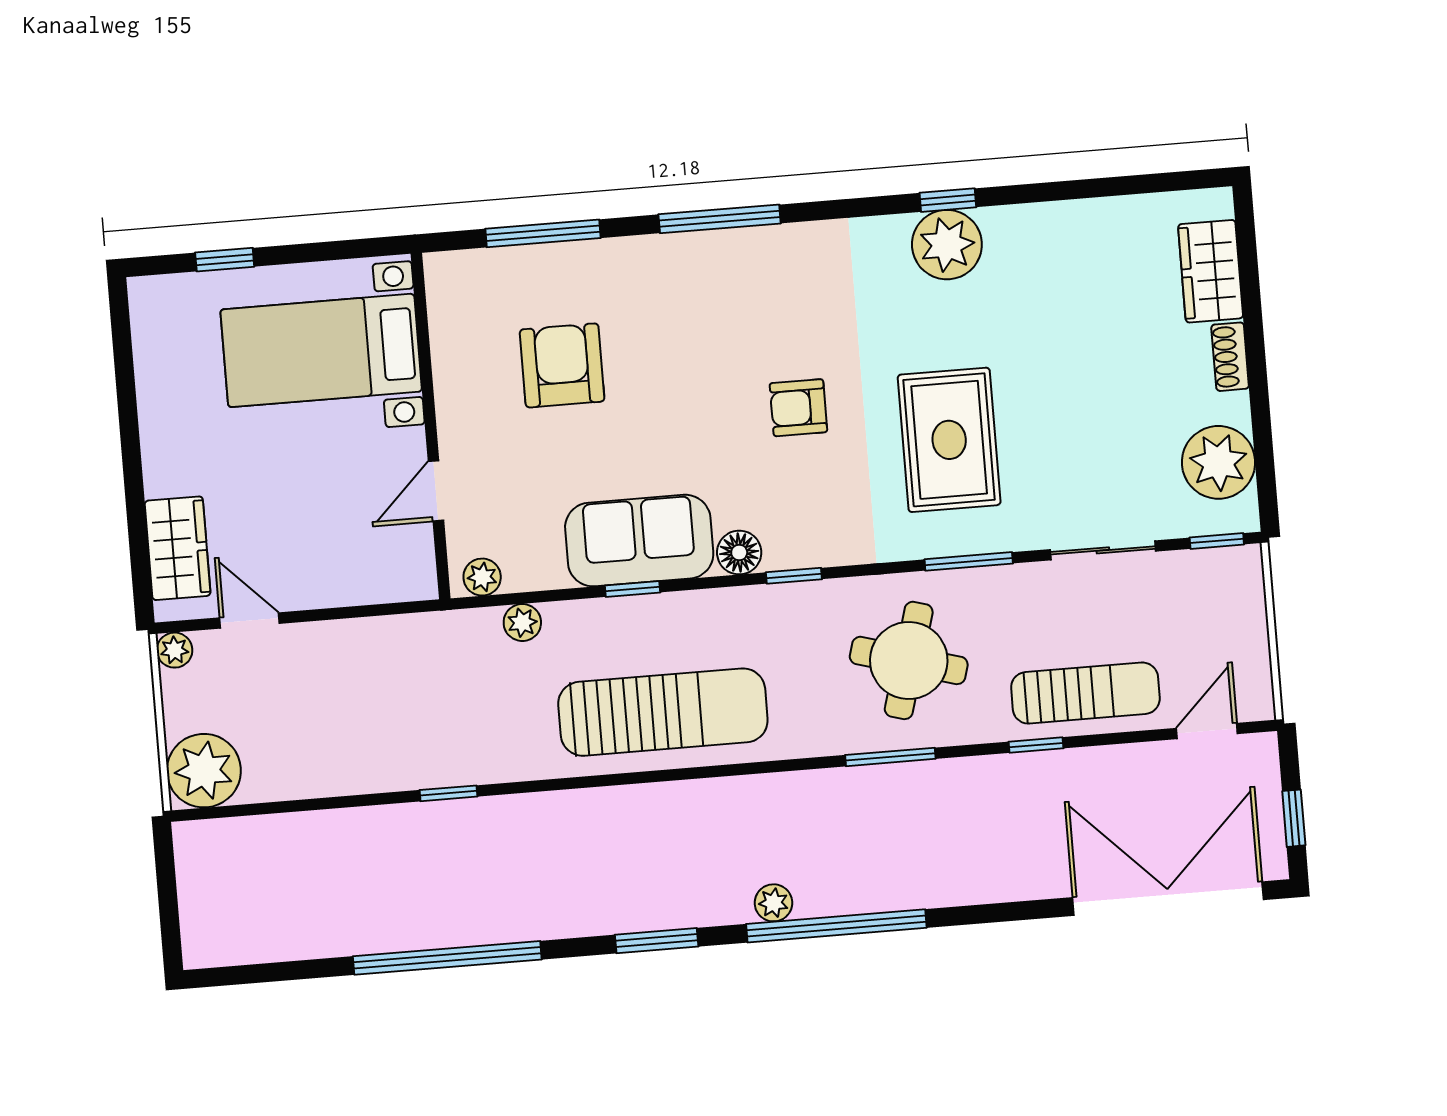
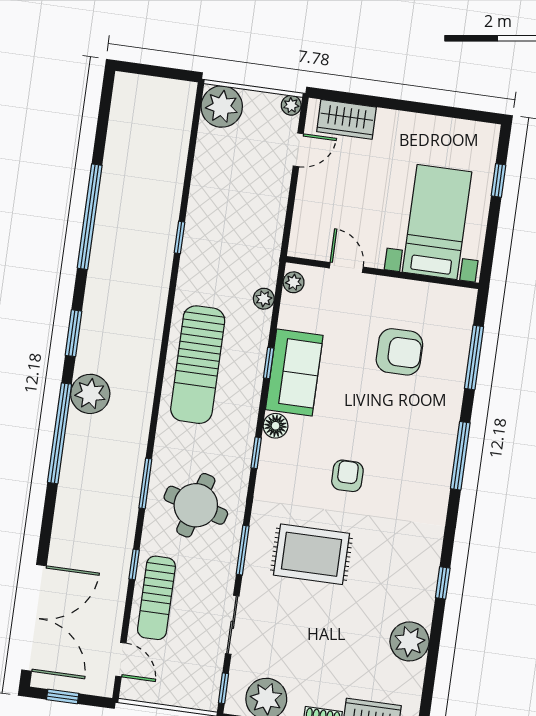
plant: (947, 245) -> (409, 641), moved
plant: (773, 903) -> (90, 394), width x1.88, depth x1.88

